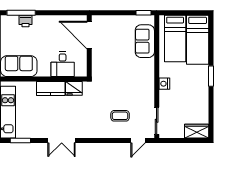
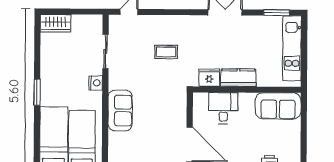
sofa: (145, 41) -> (120, 110), moved
coffee table: (120, 116) -> (166, 52), moved
sliding door: (157, 121) -> (105, 51), moved

